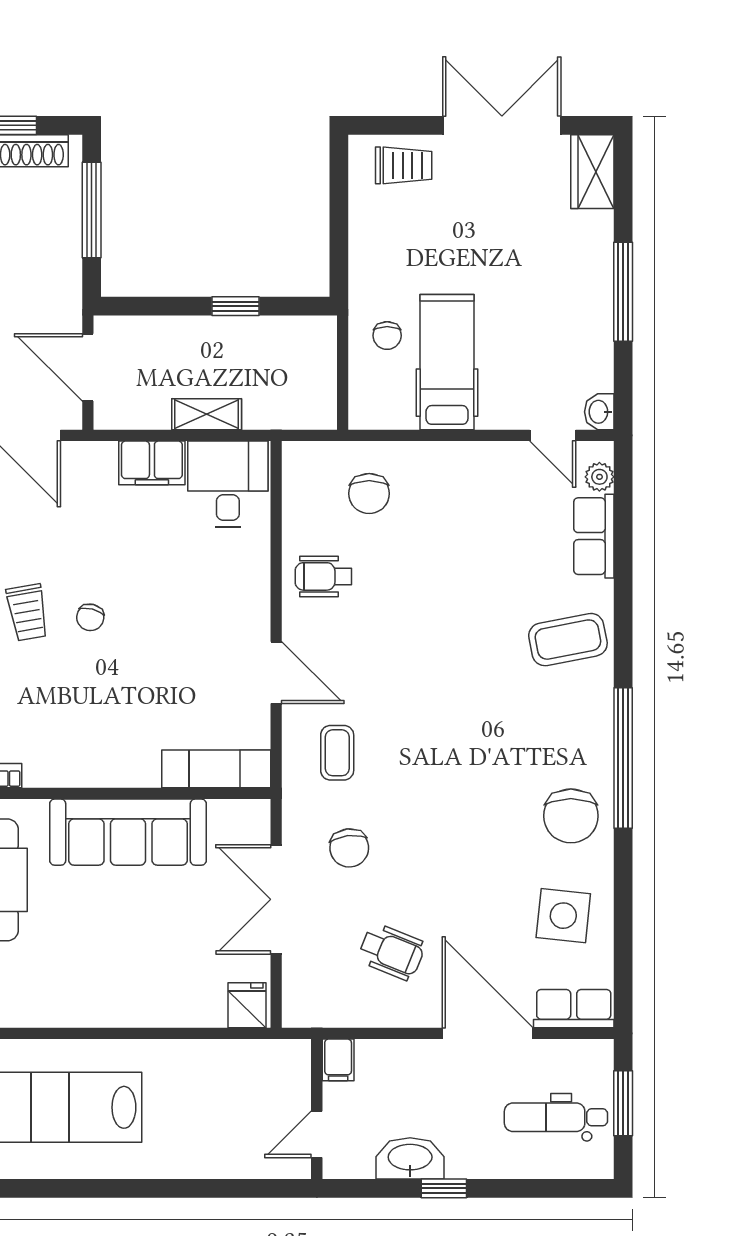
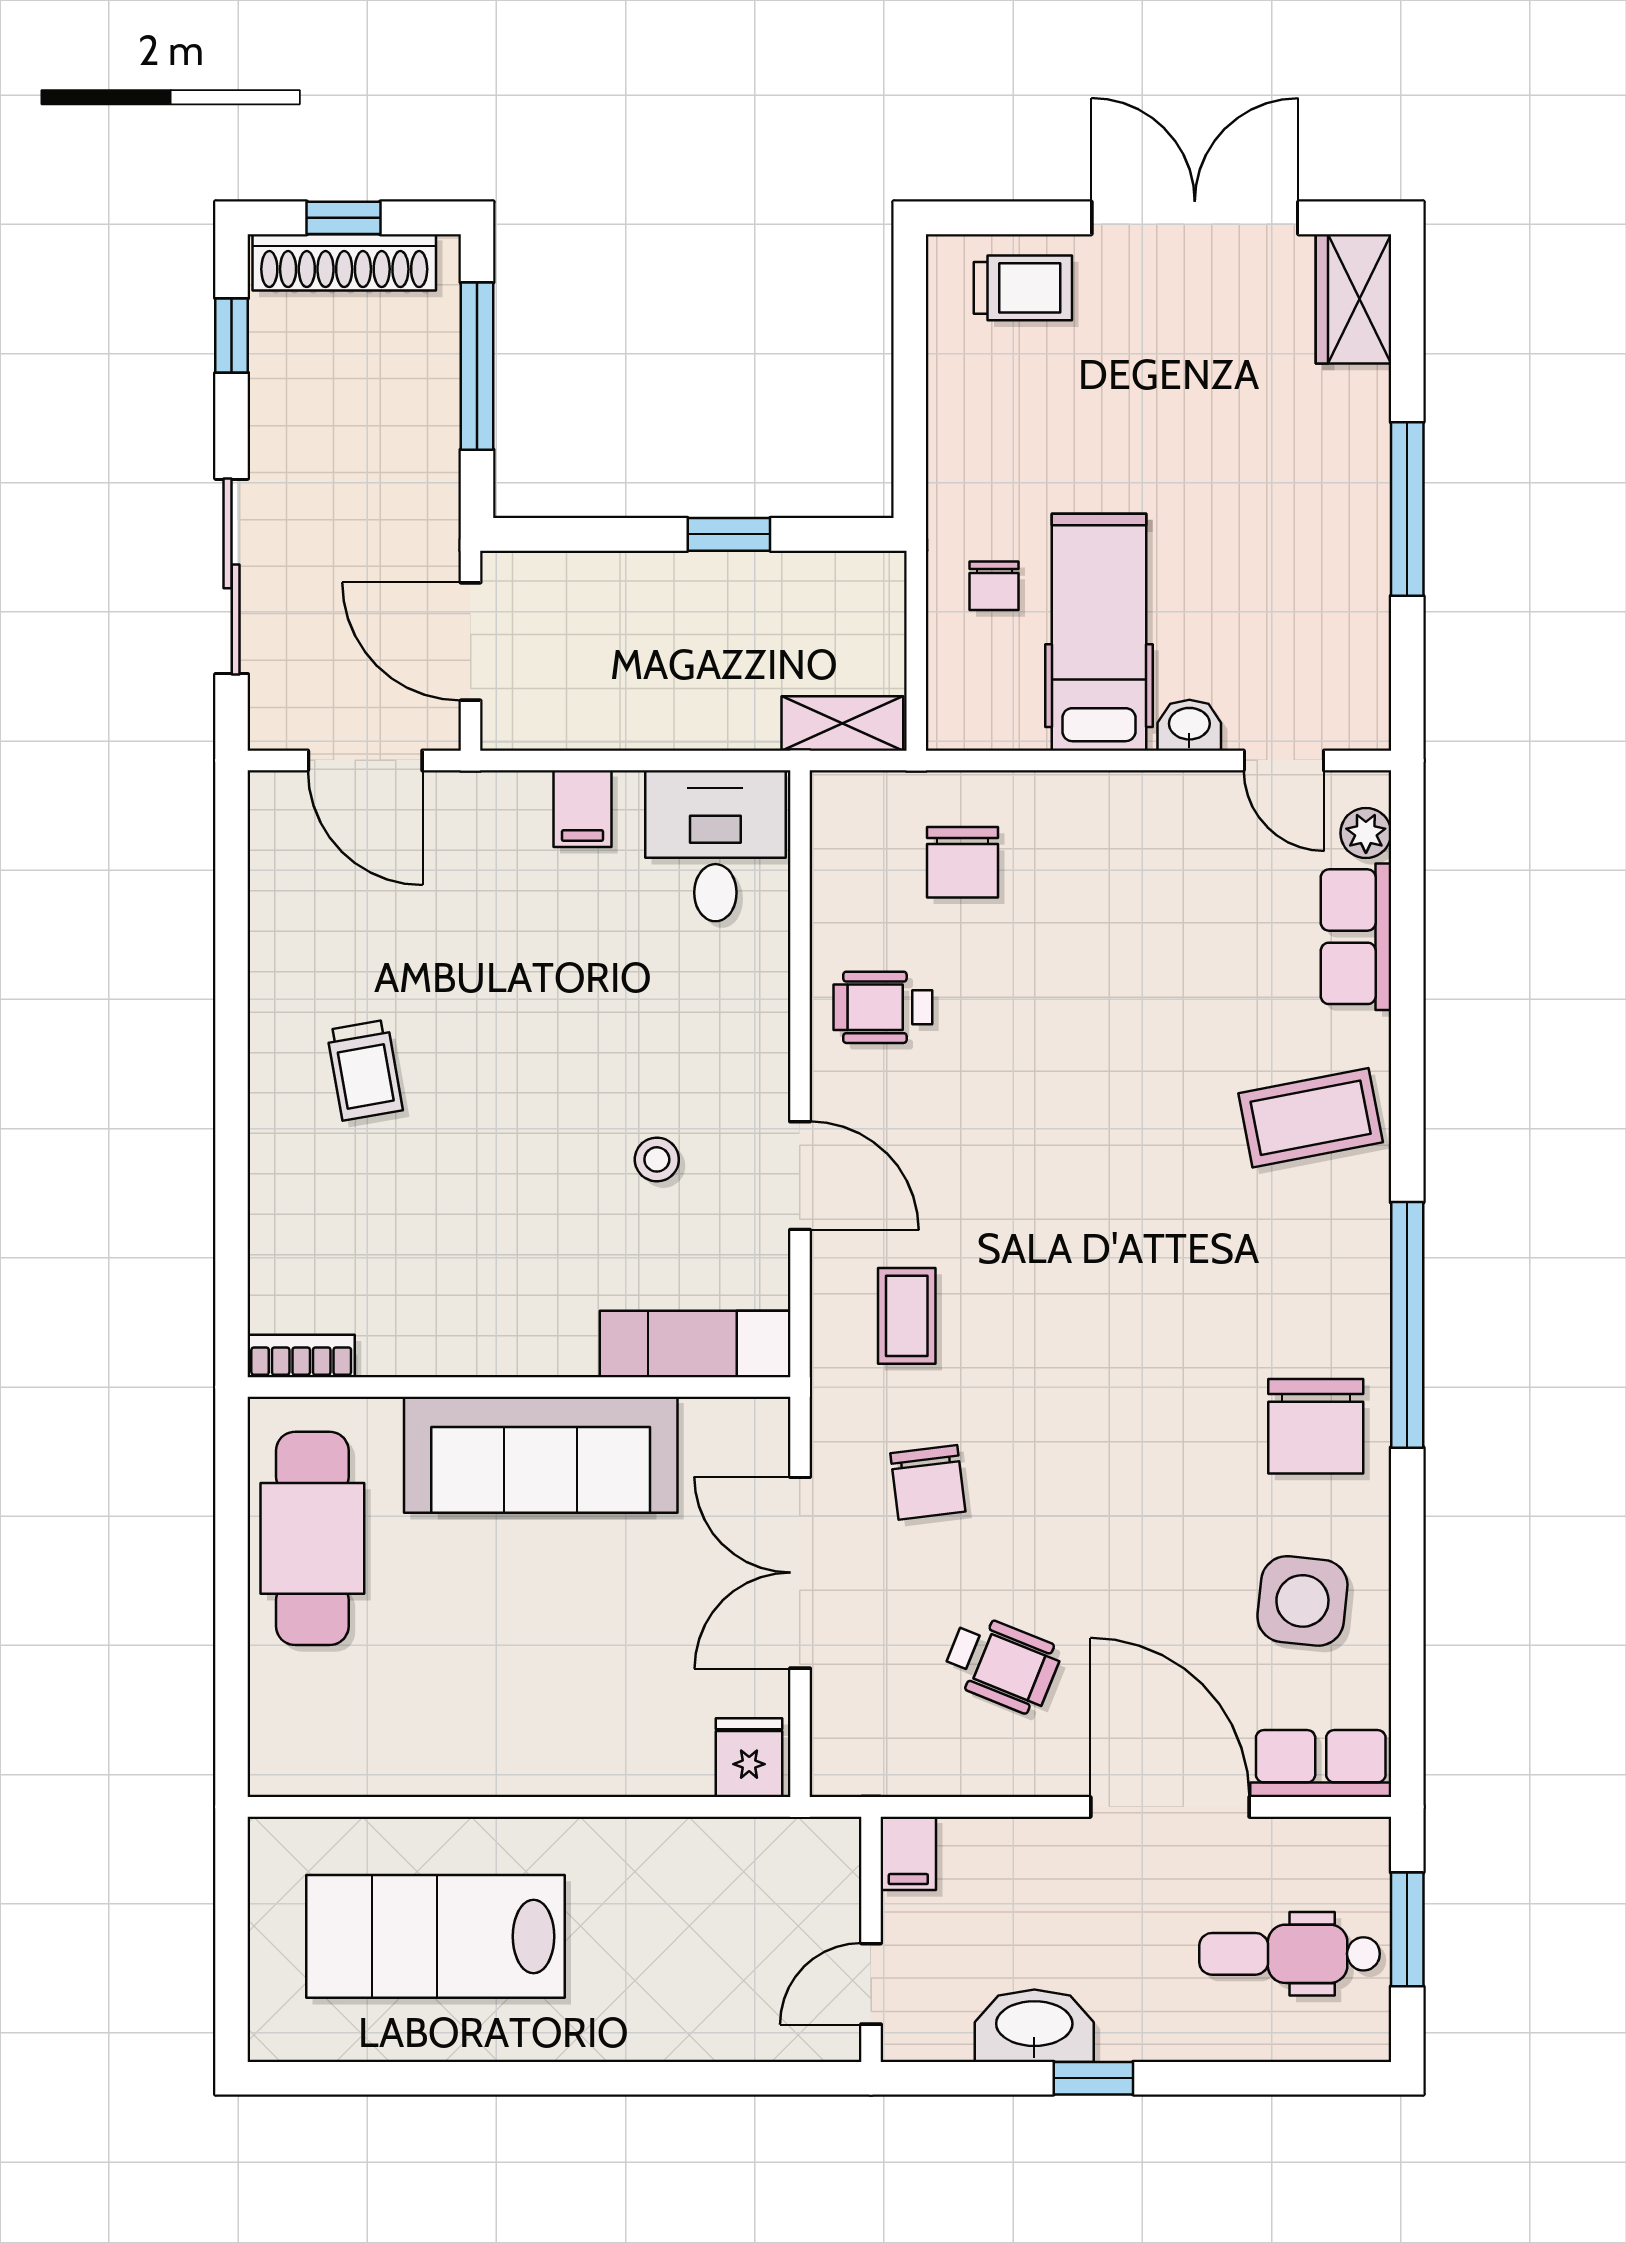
washbasin: (599, 412) -> (1189, 725), moved, turned 90
shelving: (207, 414) -> (842, 723), moved
filing cabinet: (152, 463) -> (582, 809), width x0.50
chair: (90, 617) -> (475, 1079), removed
stool: (194, 663) -> (657, 1159), added

